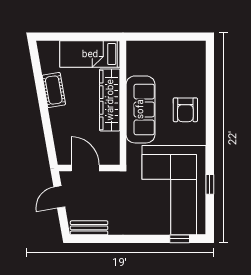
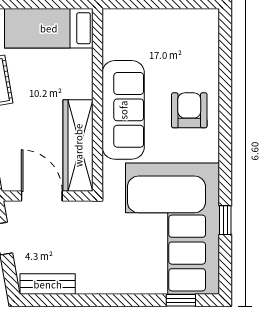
wardrobe: (110, 100) -> (78, 145), moved
armchair: (185, 110) -> (189, 110), turned 180

